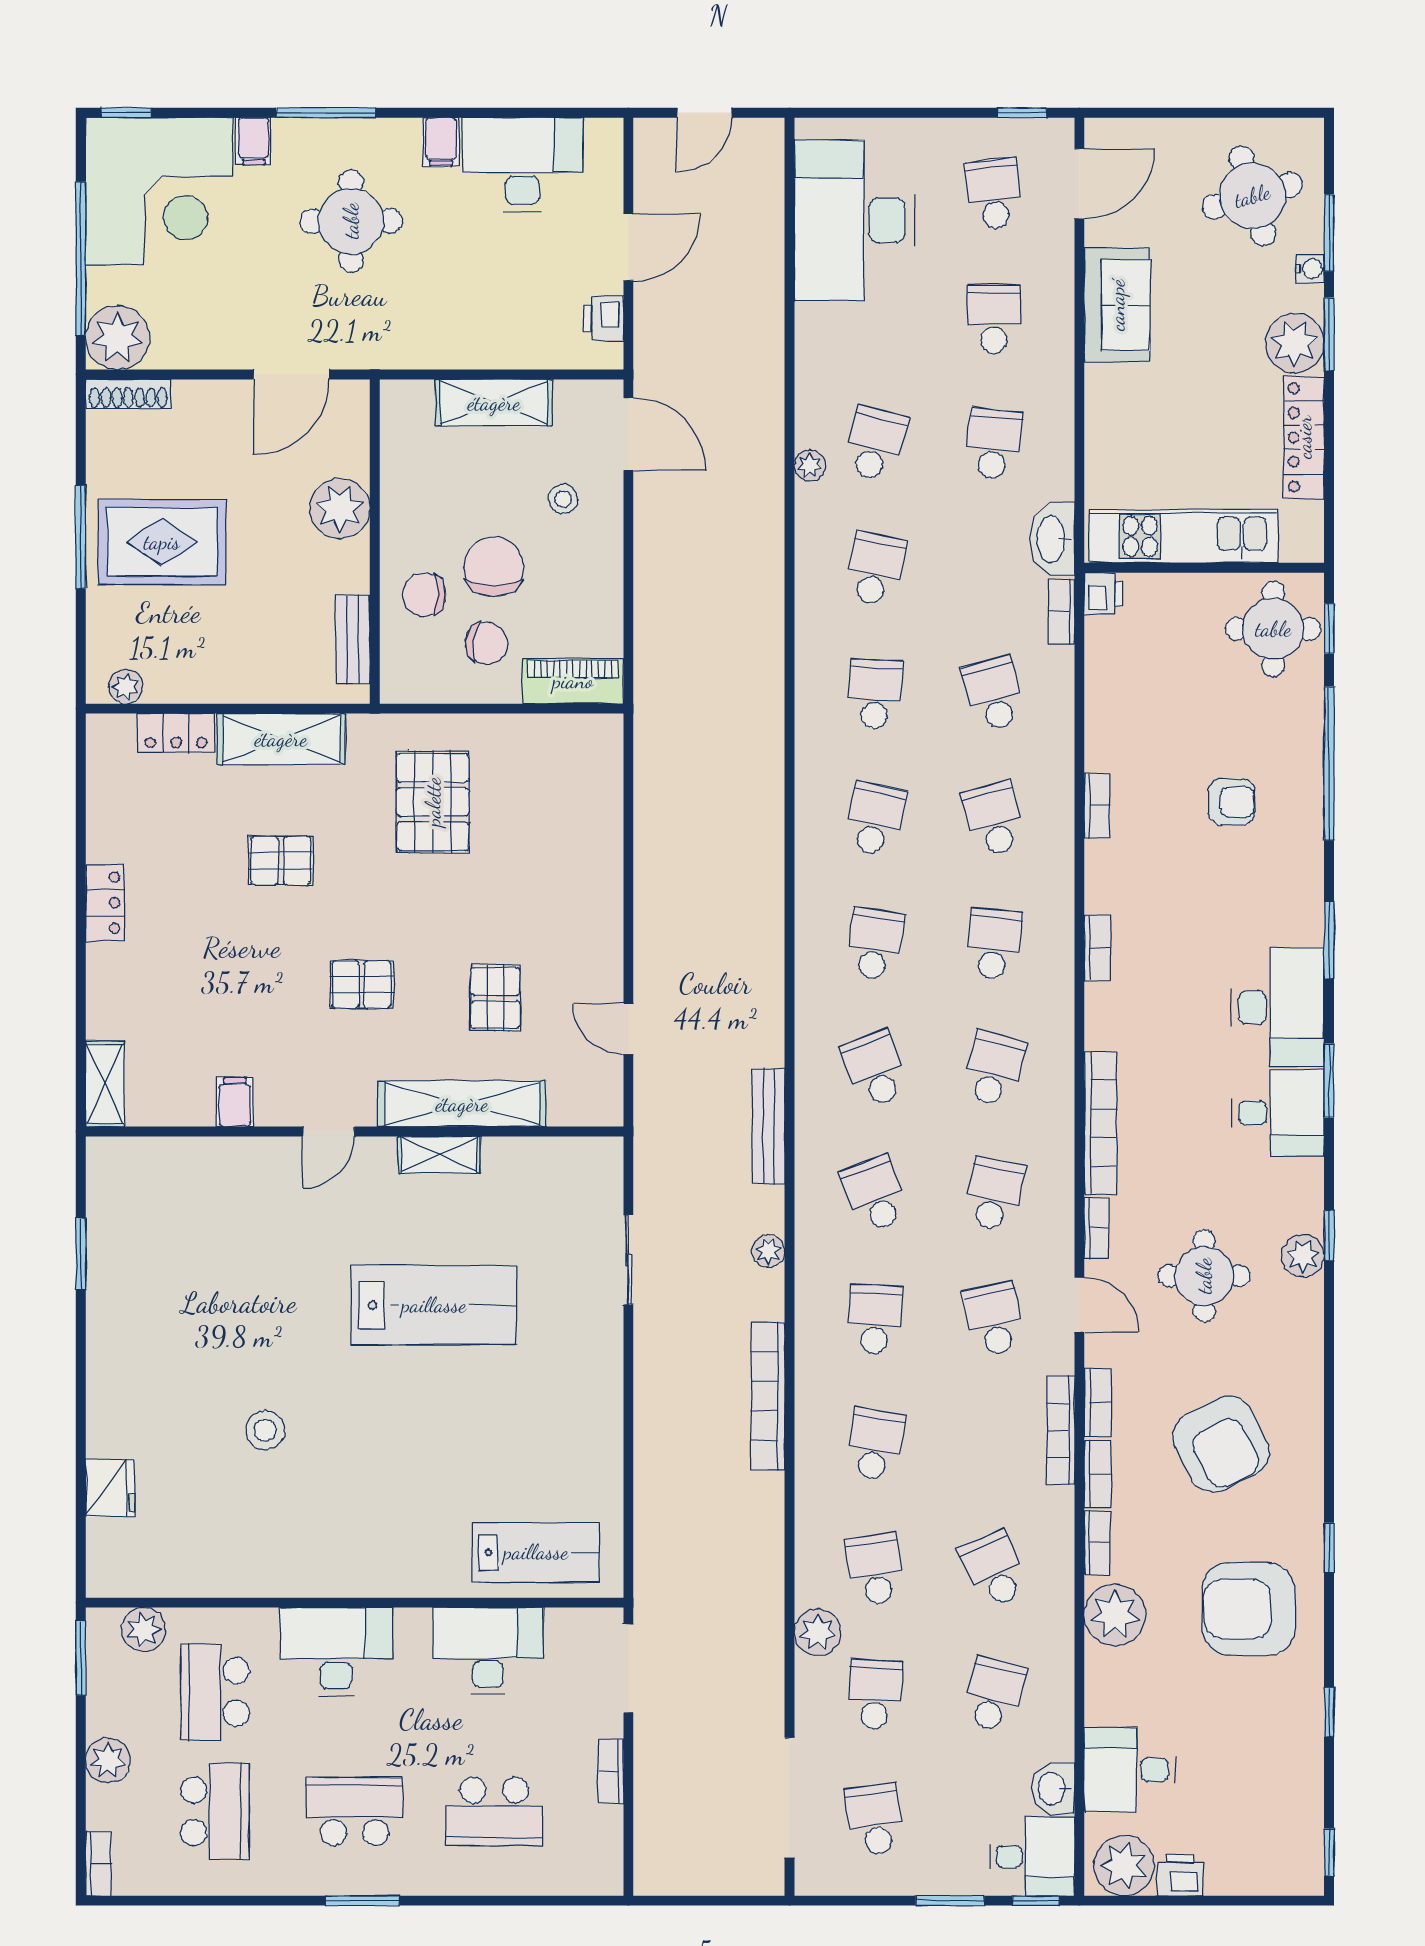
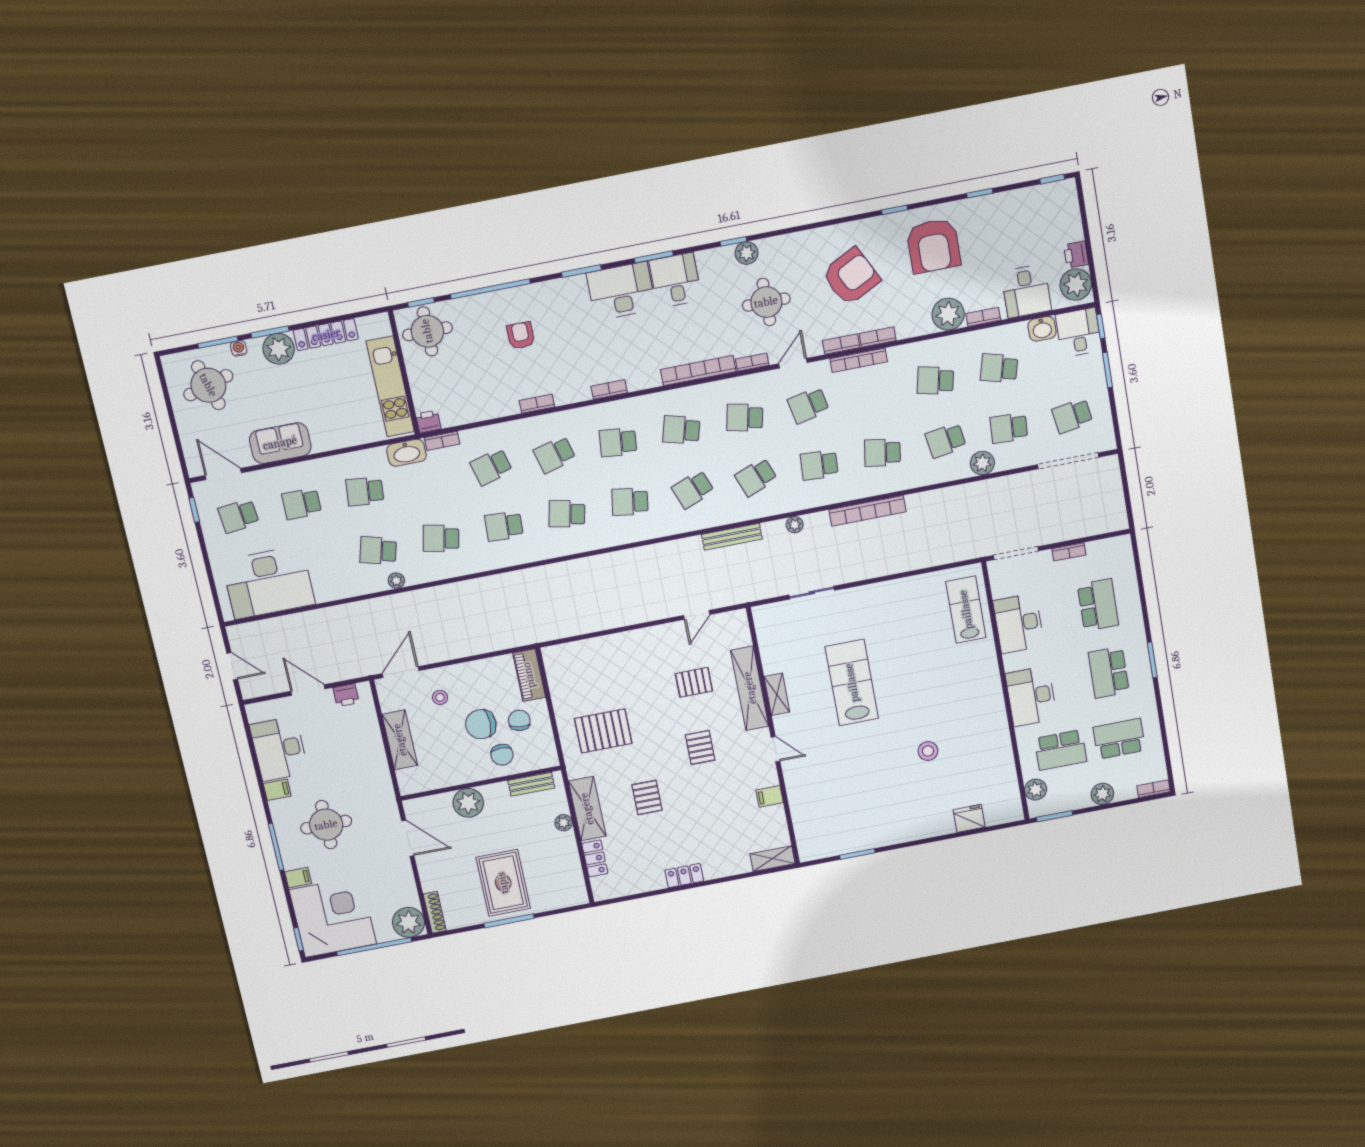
plant: (126, 687) -> (564, 823), moved
bookcase: (1097, 1543) -> (983, 317), moved
school desk: (994, 1569) -> (935, 381), turned 36

